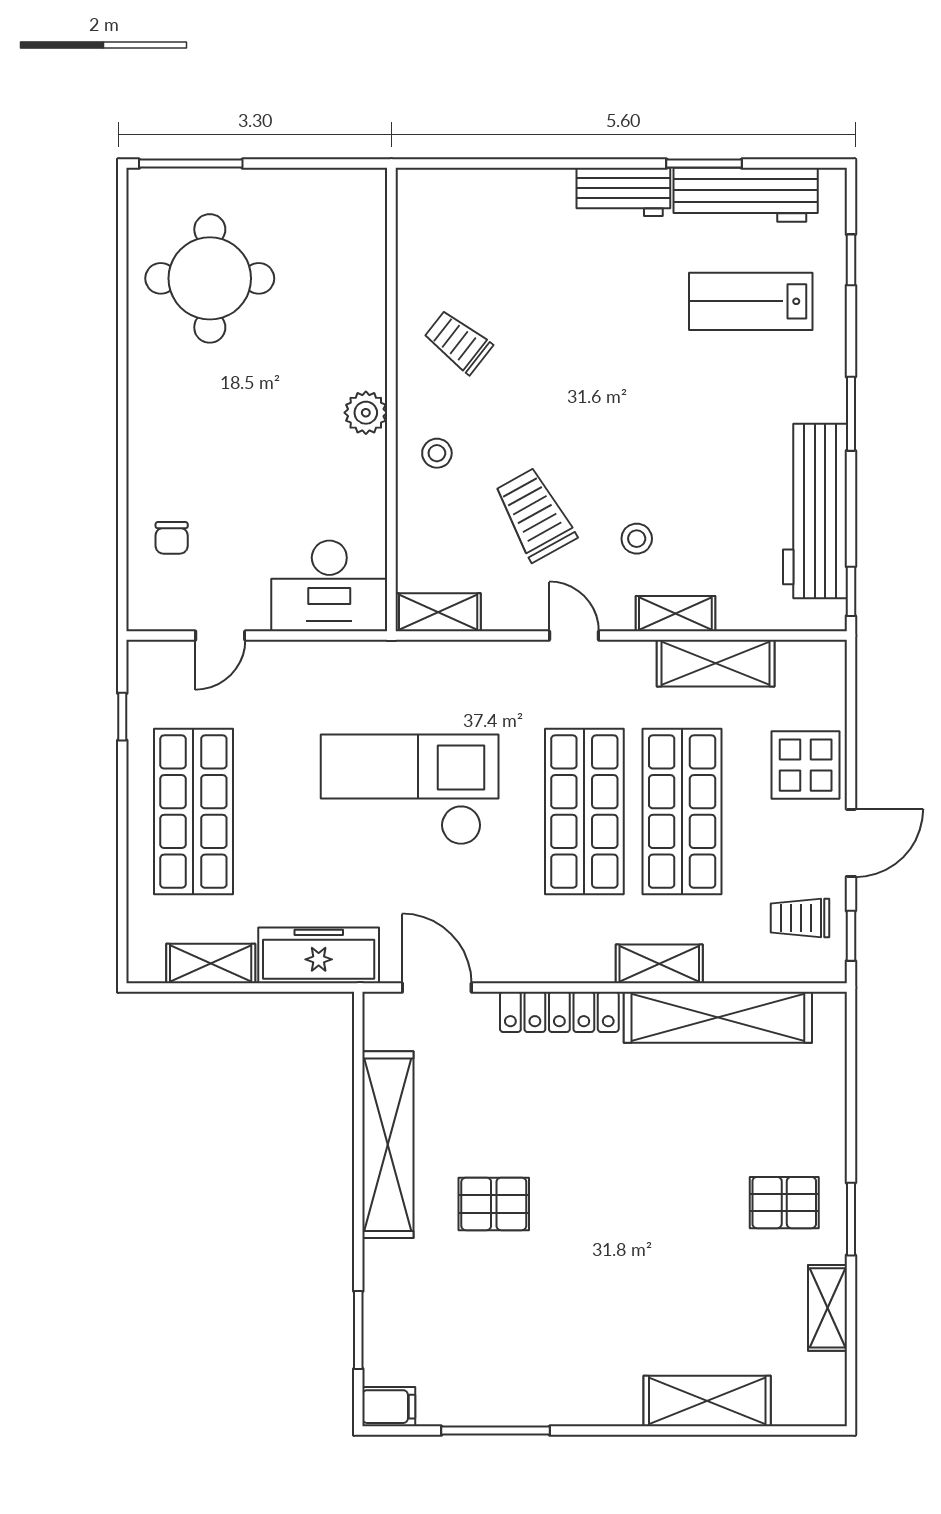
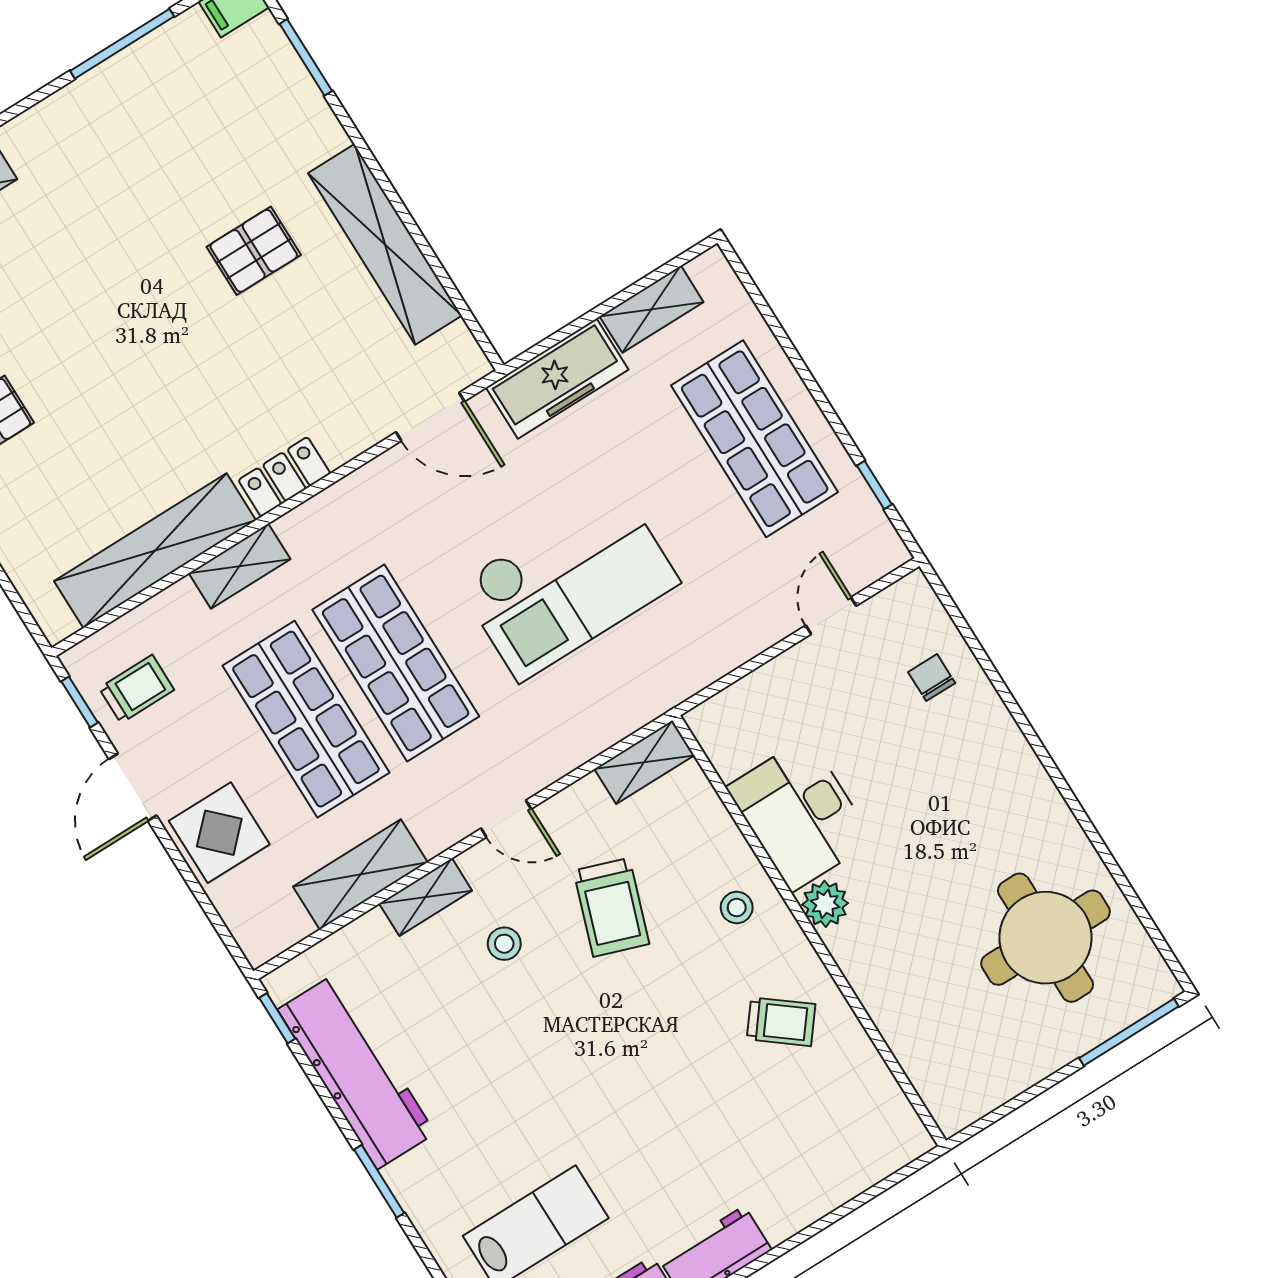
trolley: (535, 515) -> (611, 907), turned 48
desk: (329, 586) -> (800, 814), moved, turned -90
locker: (559, 1012) -> (284, 477), width x0.66

